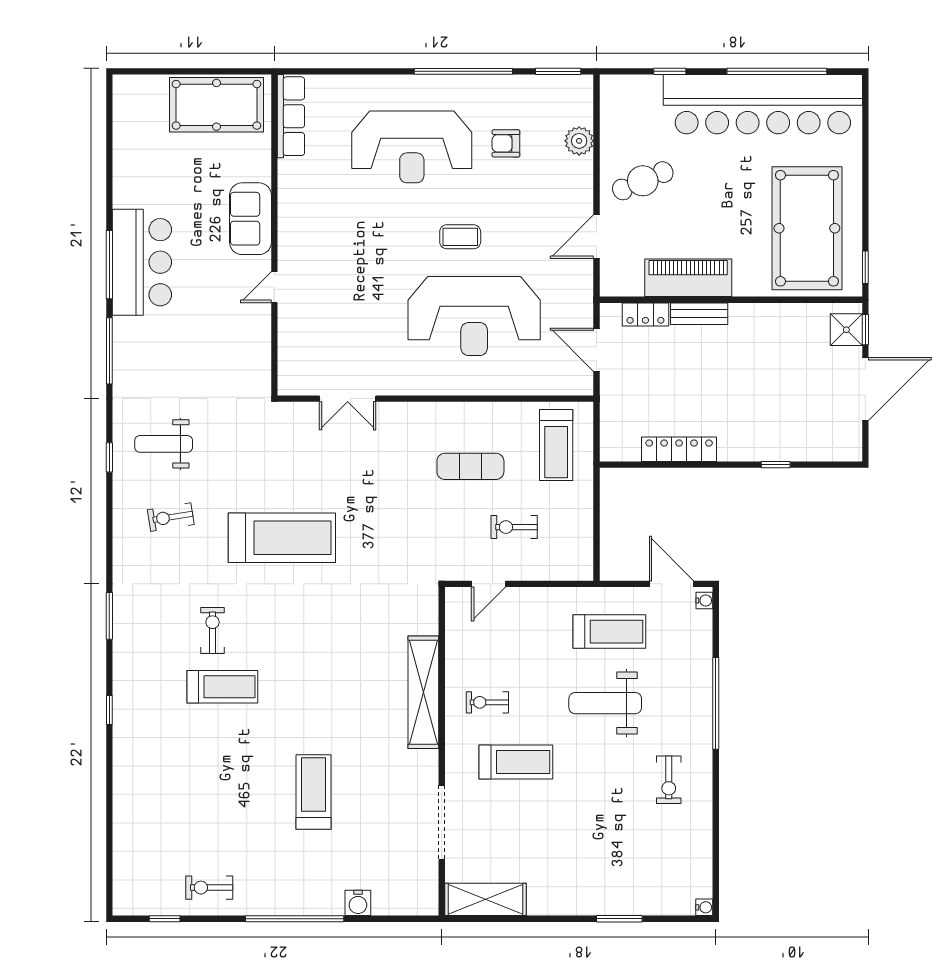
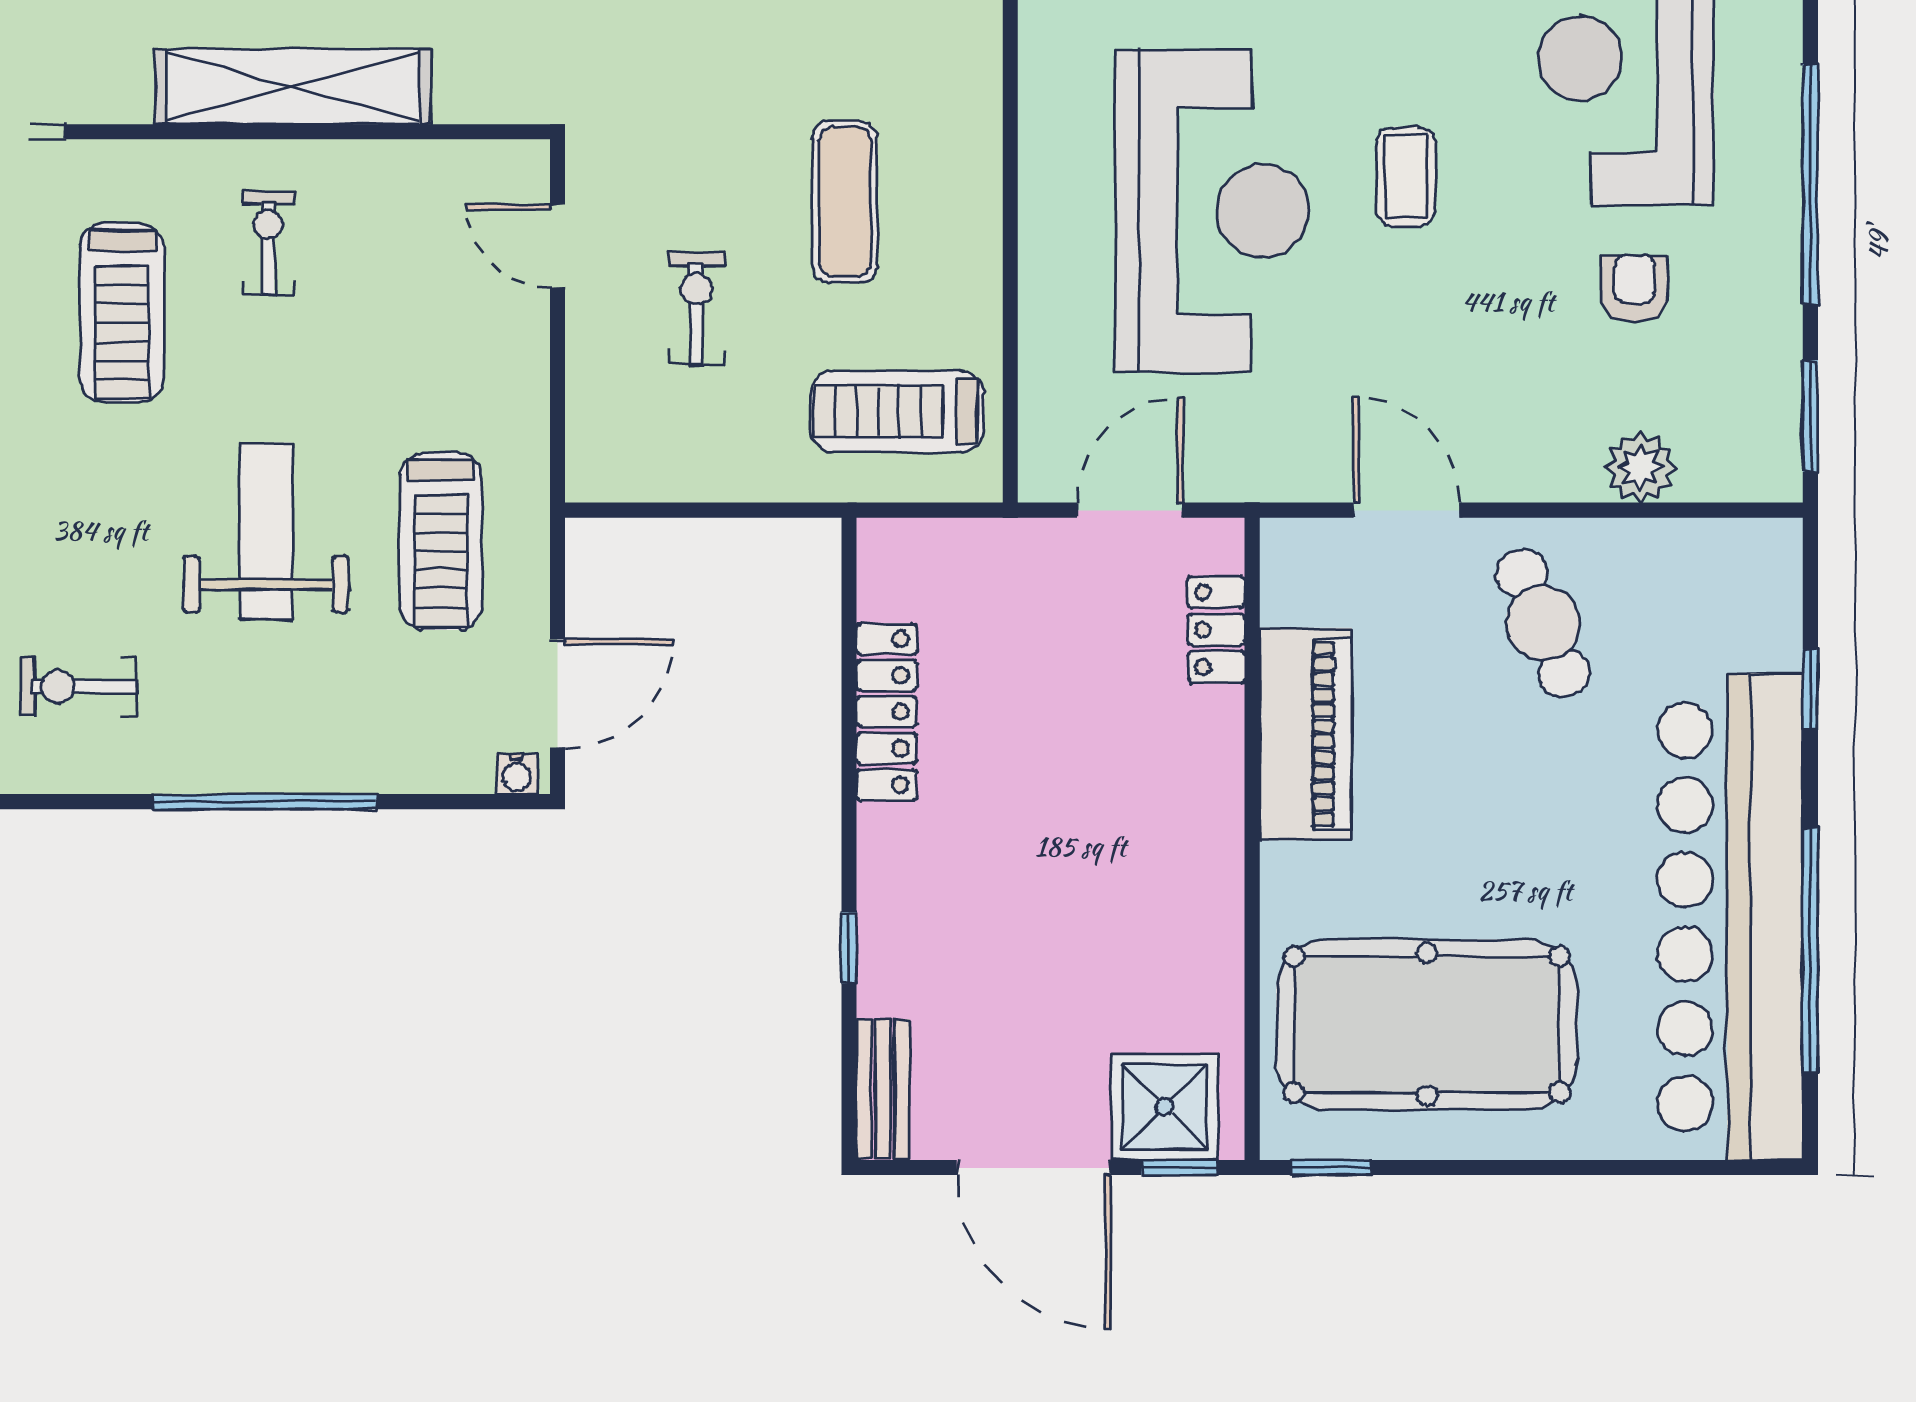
bench: (699, 314) -> (883, 1089), moved
reception desk: (474, 316) -> (1212, 211), turned 180
shower: (846, 330) -> (1165, 1107), width x1.36, depth x1.36

